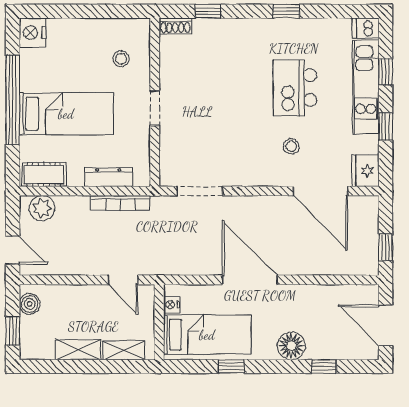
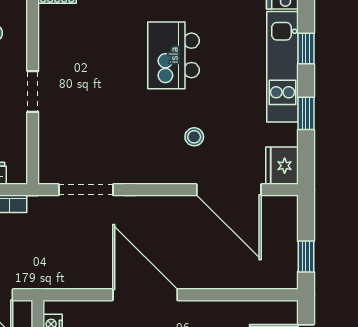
kitchen island: (295, 88) -> (174, 55), moved

